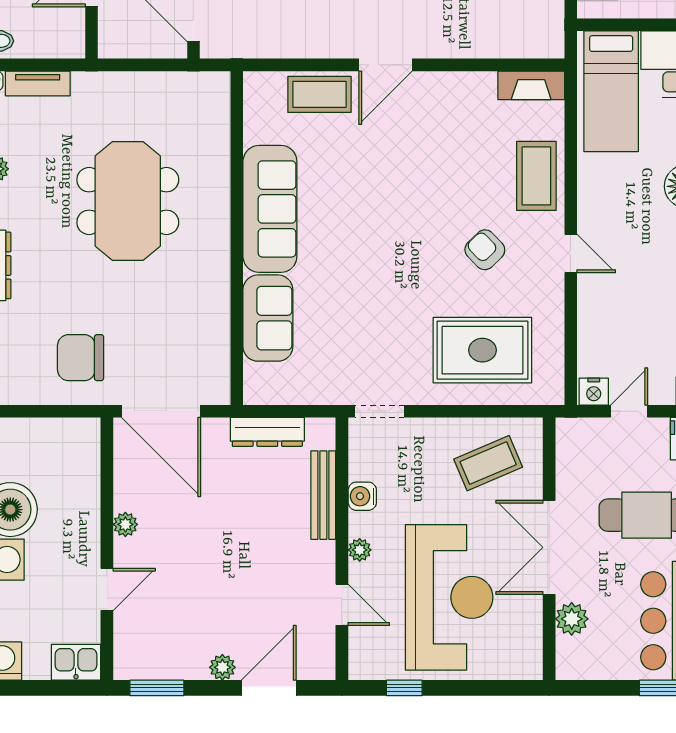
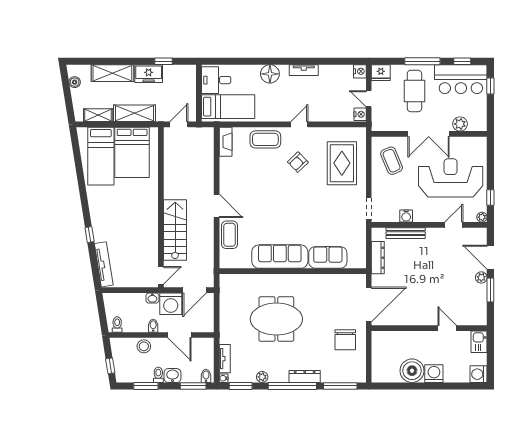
plant: (125, 524) -> (419, 320), removed
plant: (360, 550) -> (482, 217), moved
window: (157, 688) -> (490, 290), moved

